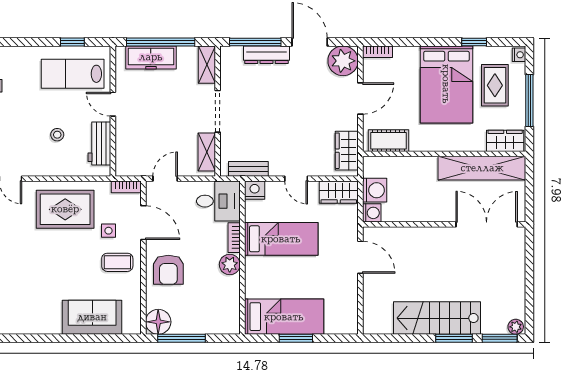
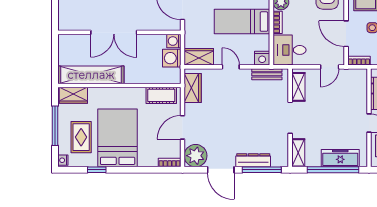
double door: (487, 224) -> (114, 32), moved

